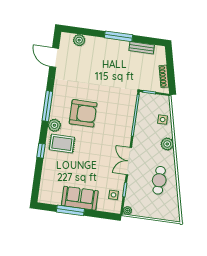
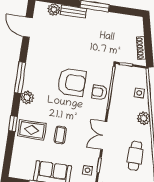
bench: (142, 48) -> (73, 11), moved
armchair: (83, 113) -> (72, 82), moved
armchair: (124, 119) -> (99, 92), added
rug: (62, 143) -> (32, 130), moved
coffee table: (87, 161) -> (60, 135), added

